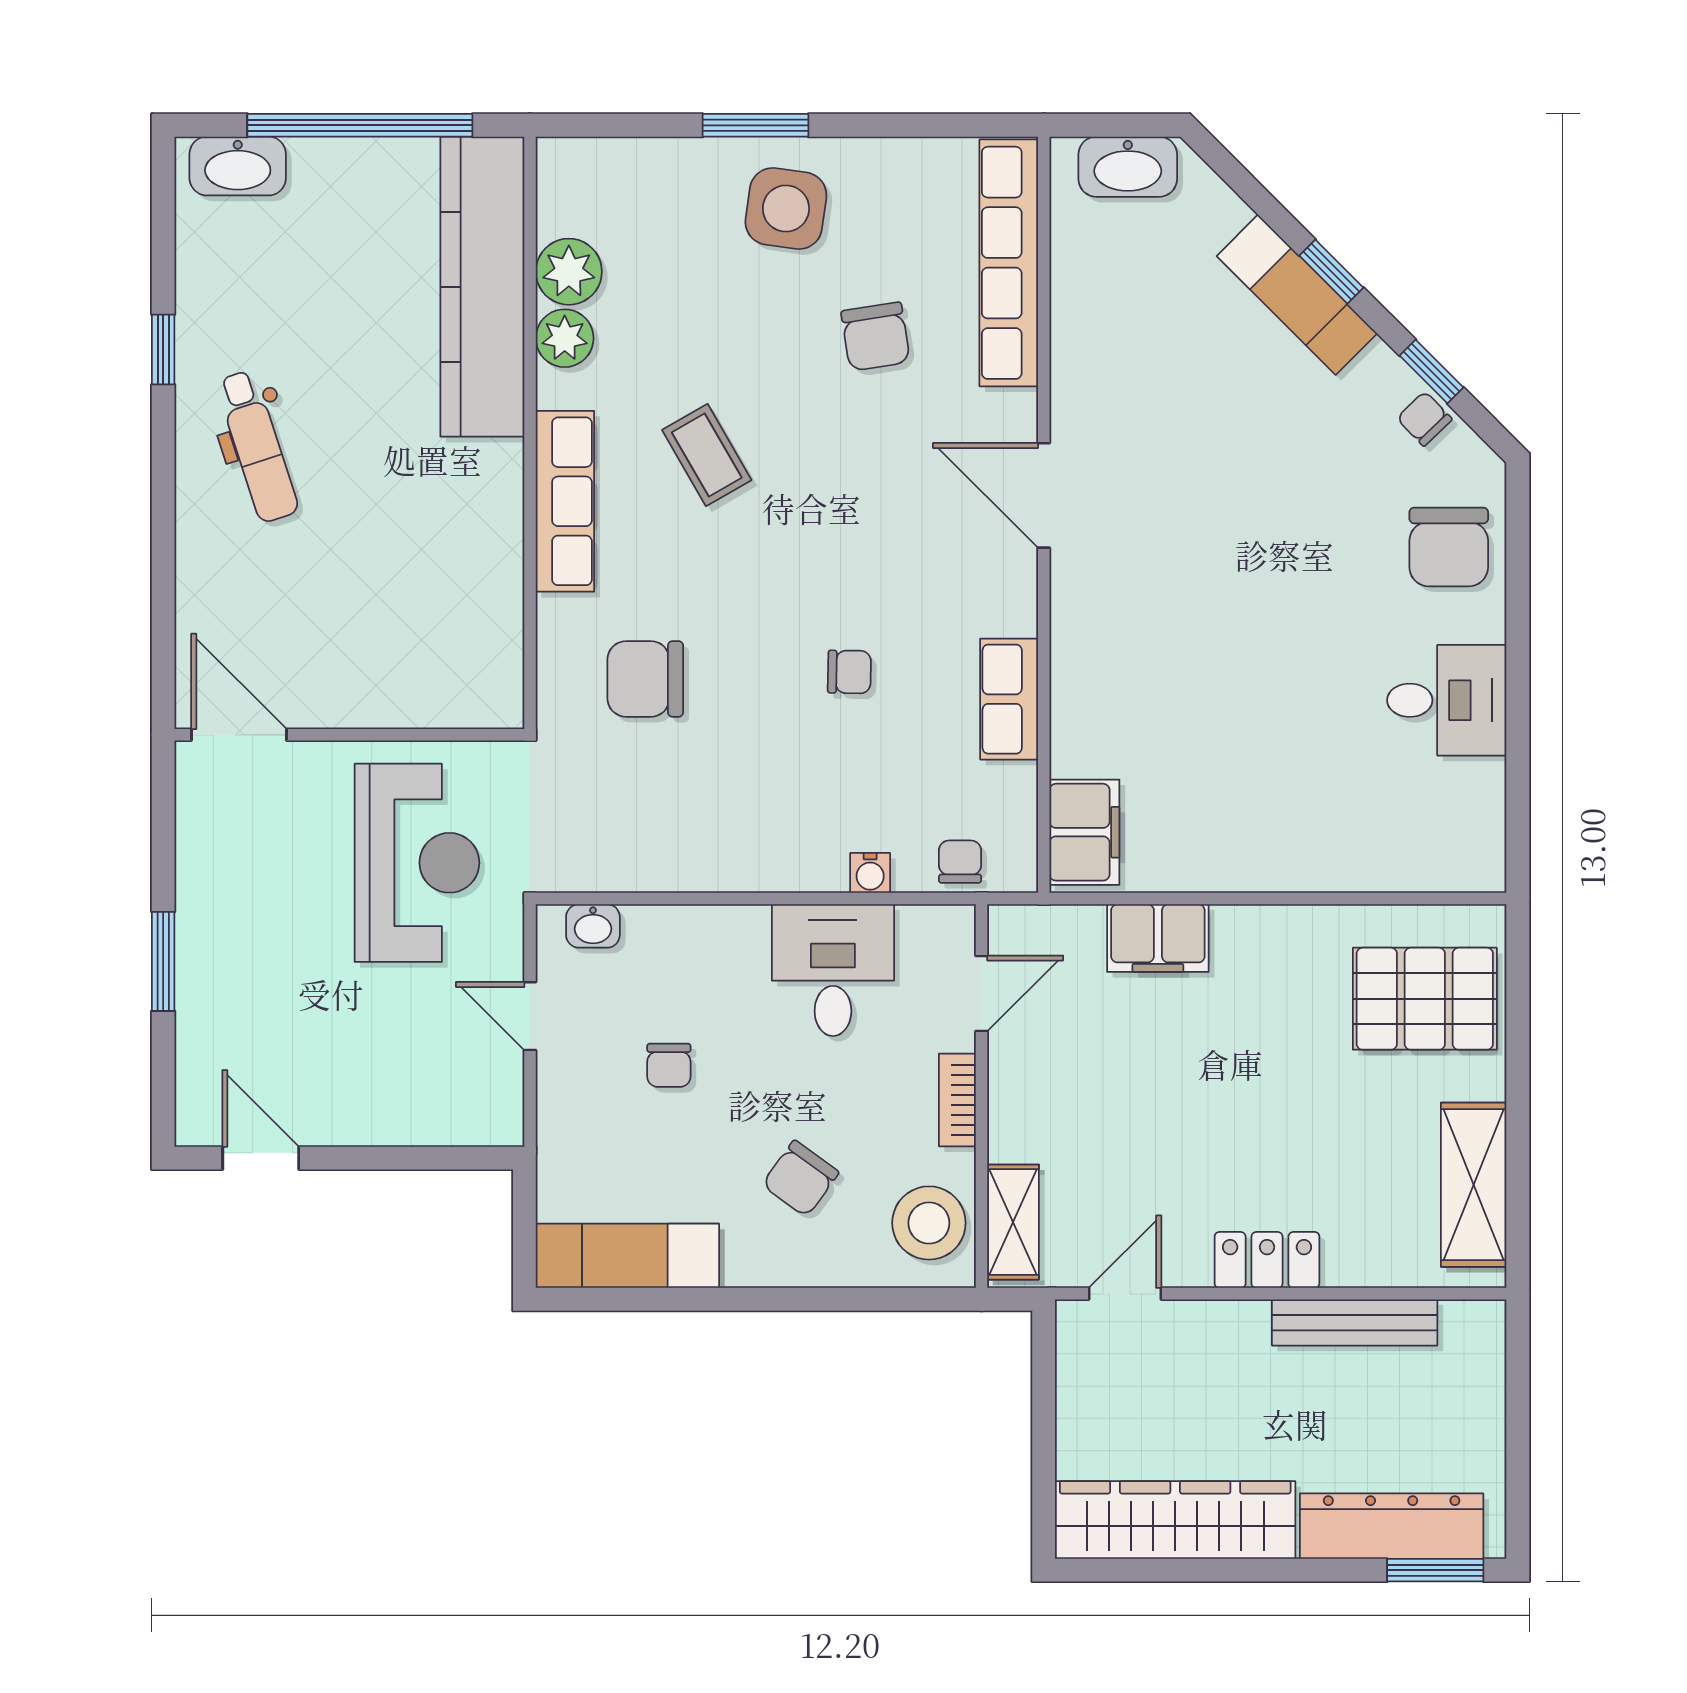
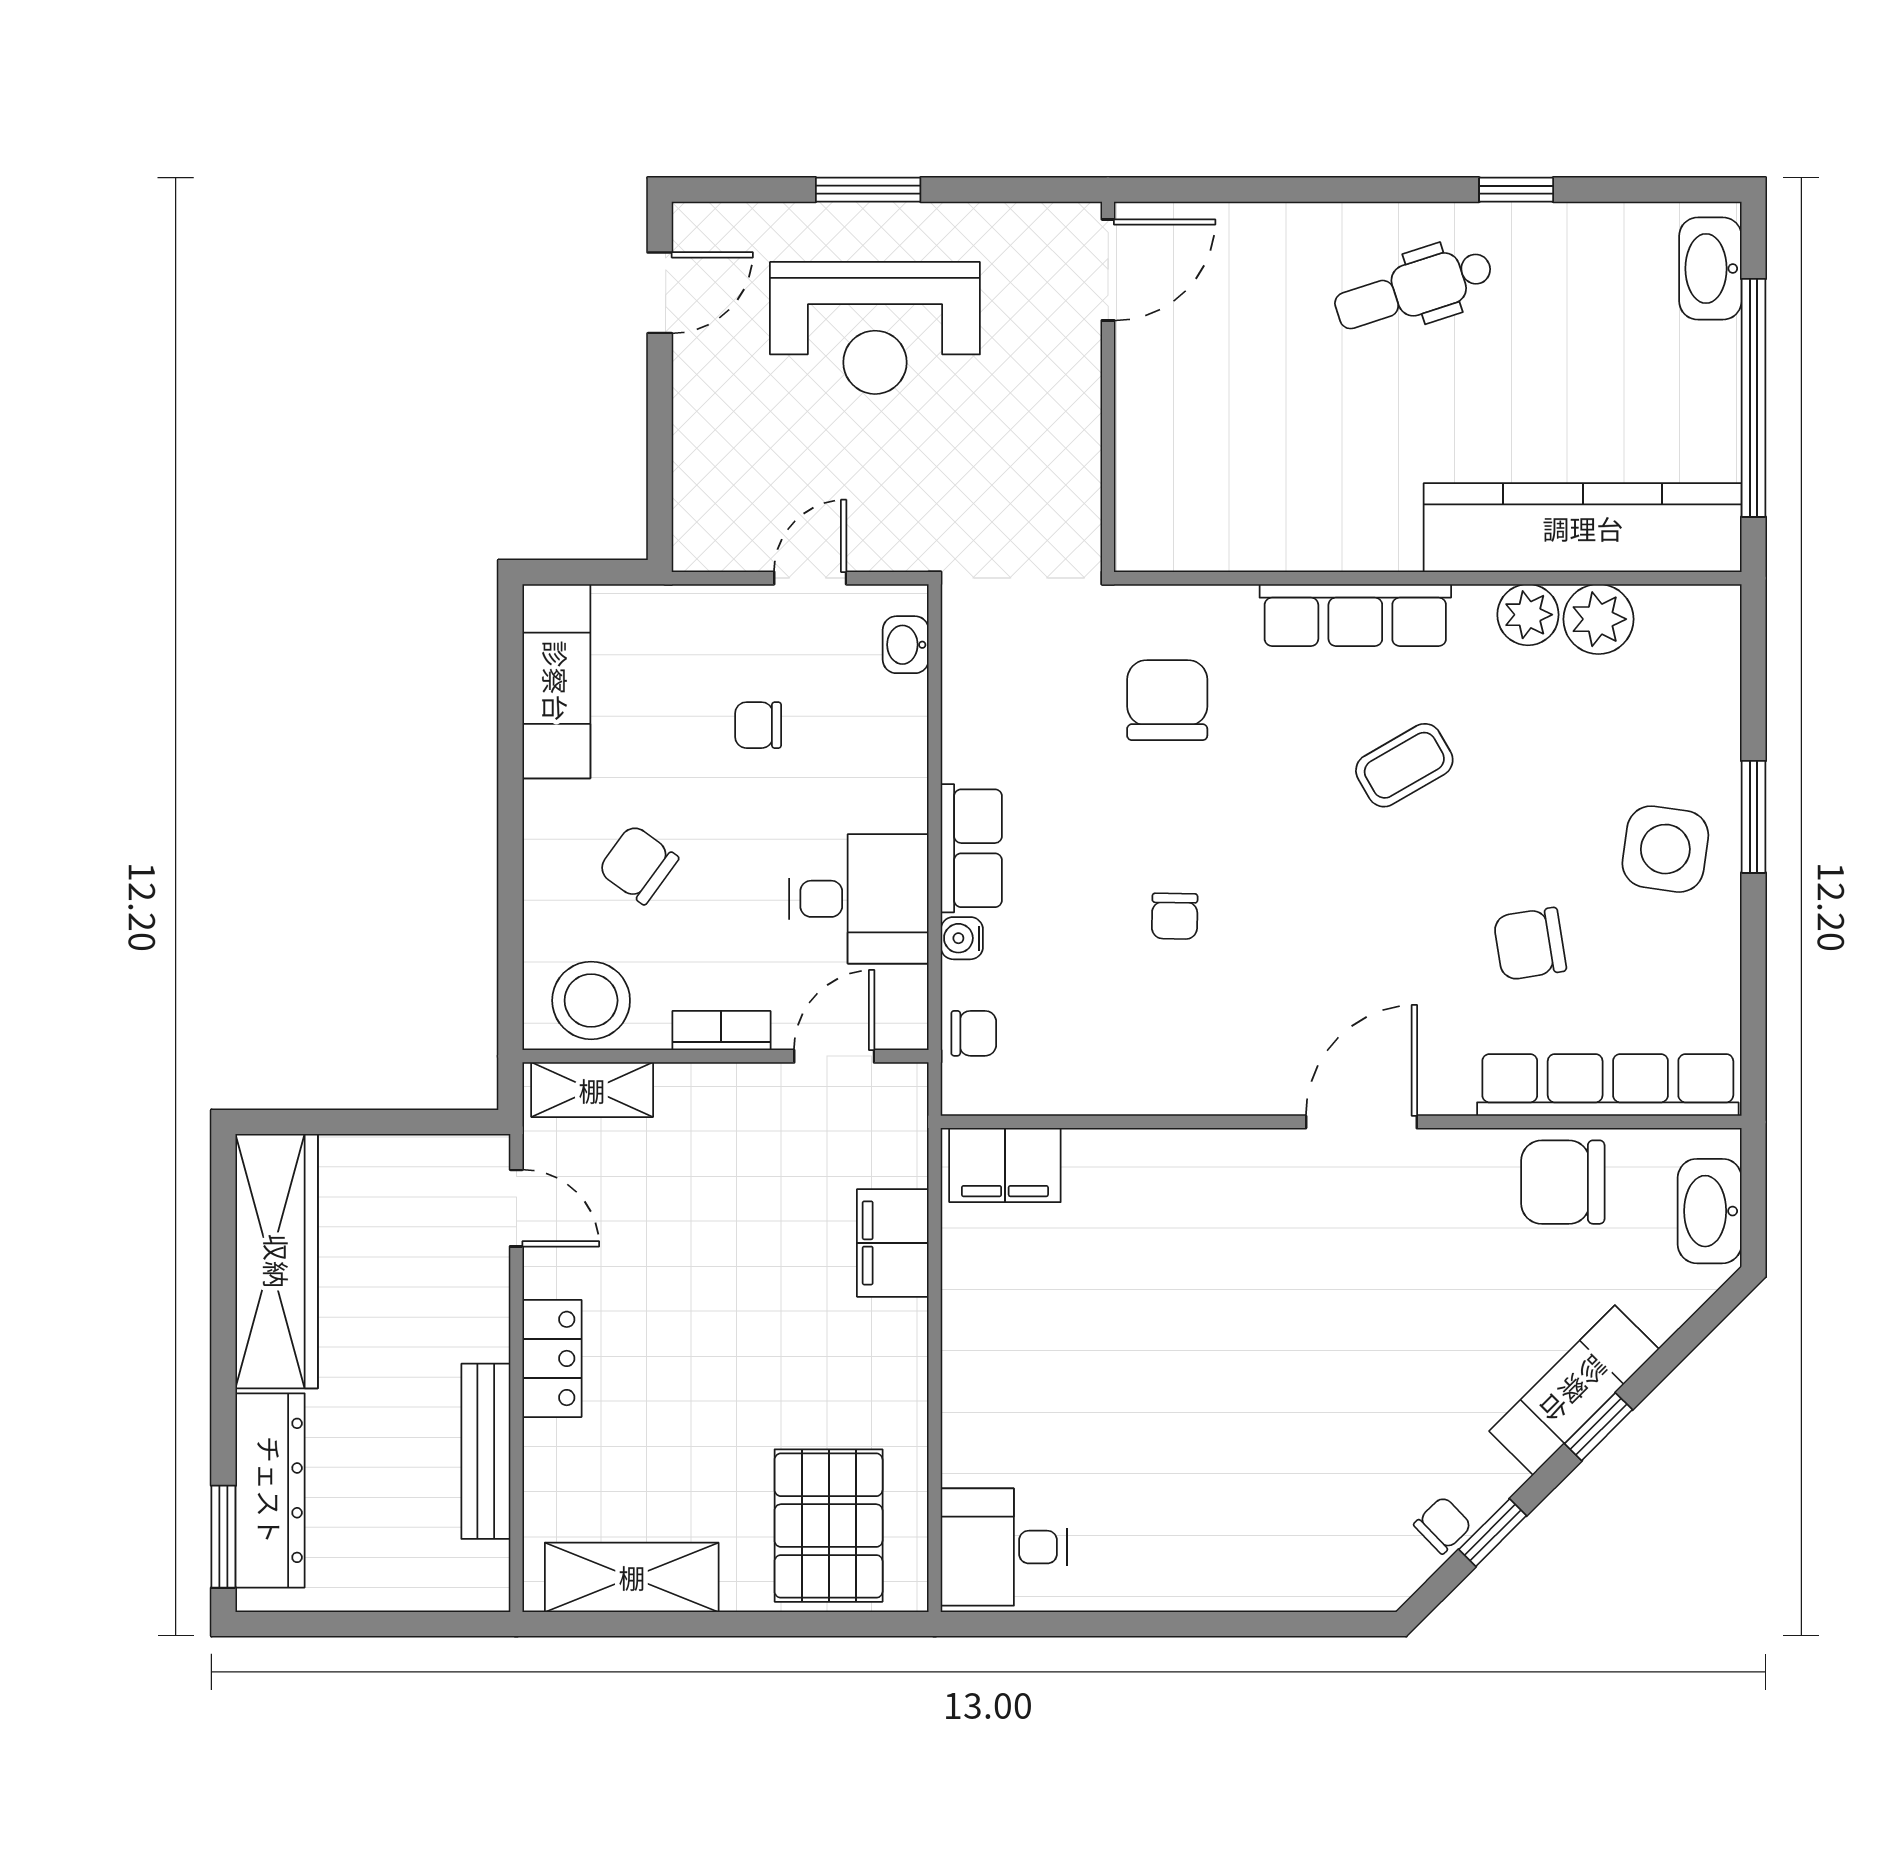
chair: (1449, 547) -> (1563, 1182), moved
row of seats: (1009, 699) -> (971, 848), moved, turned 90
desk: (1447, 700) -> (1004, 1547), moved, turned 90
reception desk: (417, 863) -> (875, 328), moved
door: (982, 994) -> (834, 1056), swing flipped

